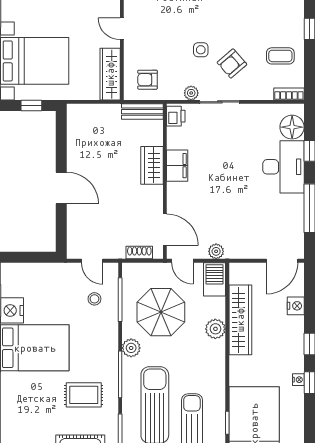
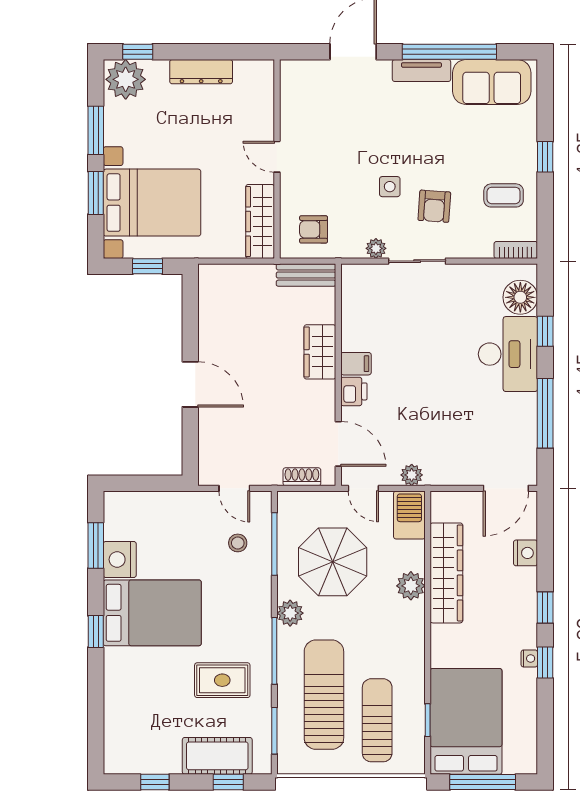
armchair: (232, 63) -> (434, 206), turned -45
printer: (176, 116) -> (354, 391), moved
filing cabinet: (177, 166) -> (356, 364), width x0.50

